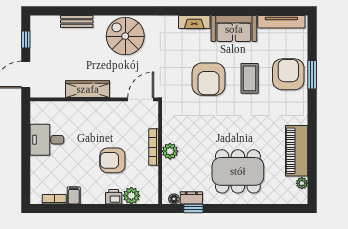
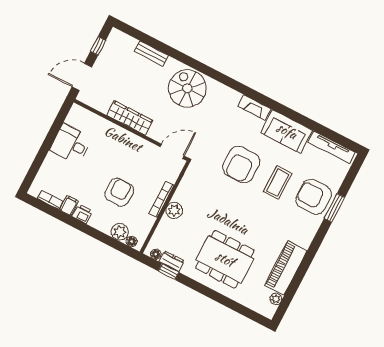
armchair: (288, 74) -> (314, 197), turned -90
armchair: (112, 160) -> (119, 192), turned 90
printer: (114, 197) -> (82, 214), moved
floor lamp: (146, 199) -> (132, 241), added

